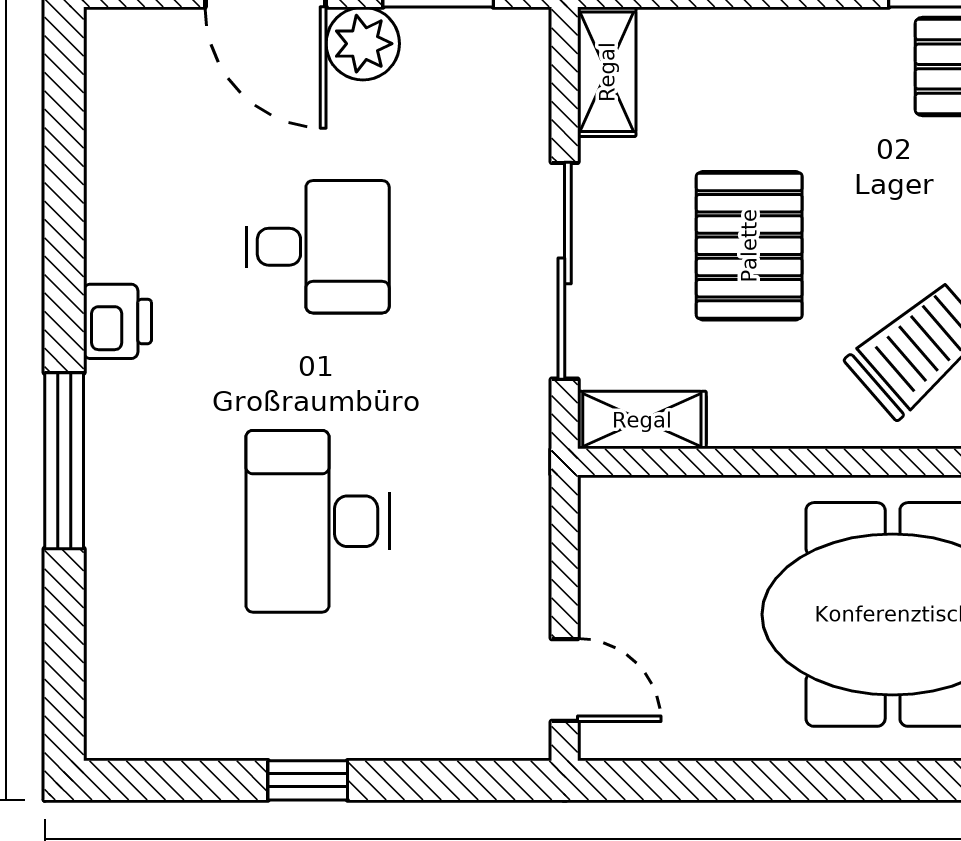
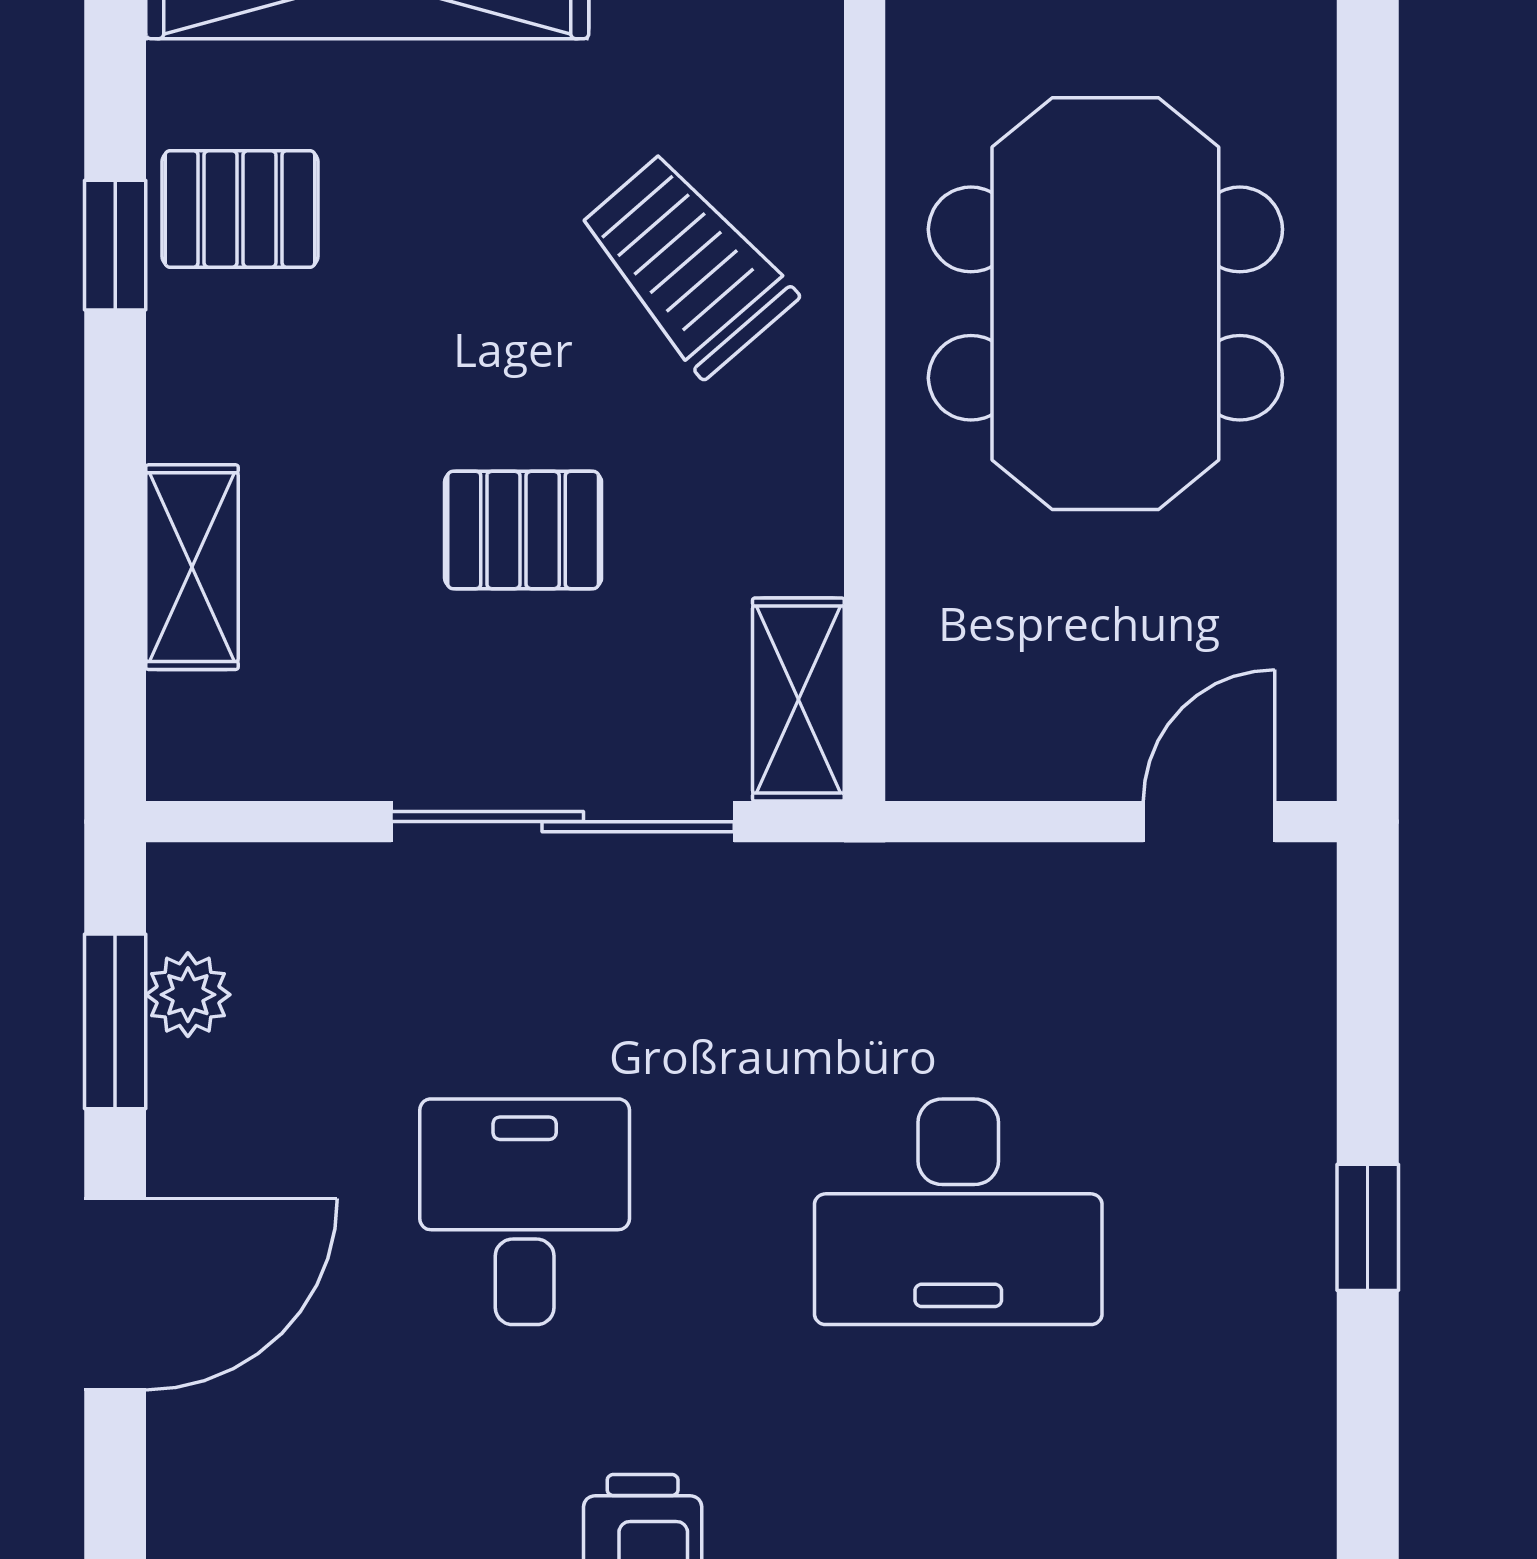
plant: (363, 44) -> (188, 995), moved, width x0.73, depth x0.73
shelving: (607, 72) -> (192, 567), moved, turned 90
pallet: (749, 246) -> (523, 530), width x0.67, depth x0.71

